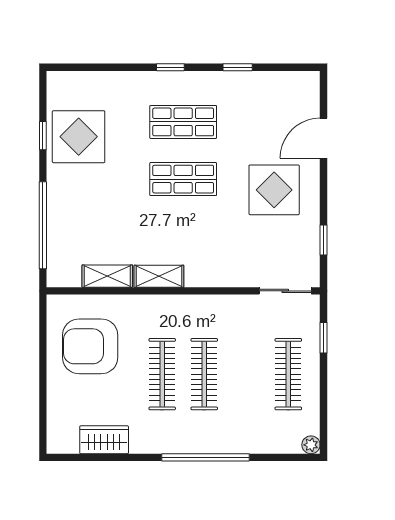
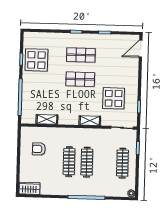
door: (324, 138) -> (141, 49), moved
display table: (274, 190) -> (114, 98), moved
shelving: (159, 276) -> (90, 121), moved
armchair: (90, 346) -> (39, 149), width x0.53, depth x0.53
wardrobe: (104, 440) -> (29, 188), moved

